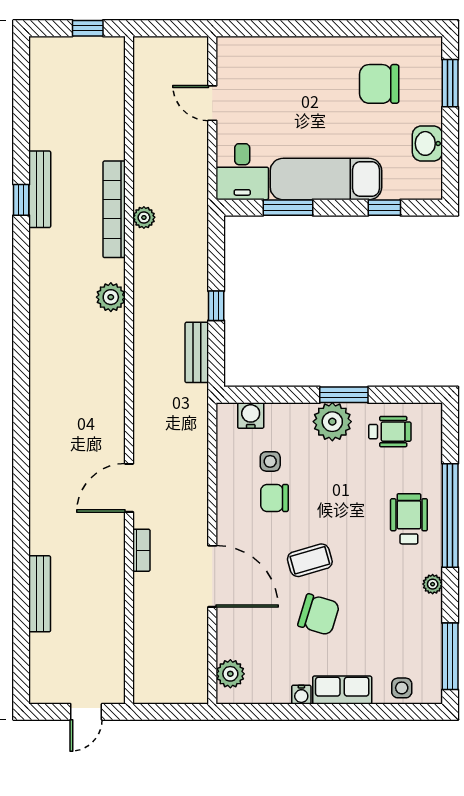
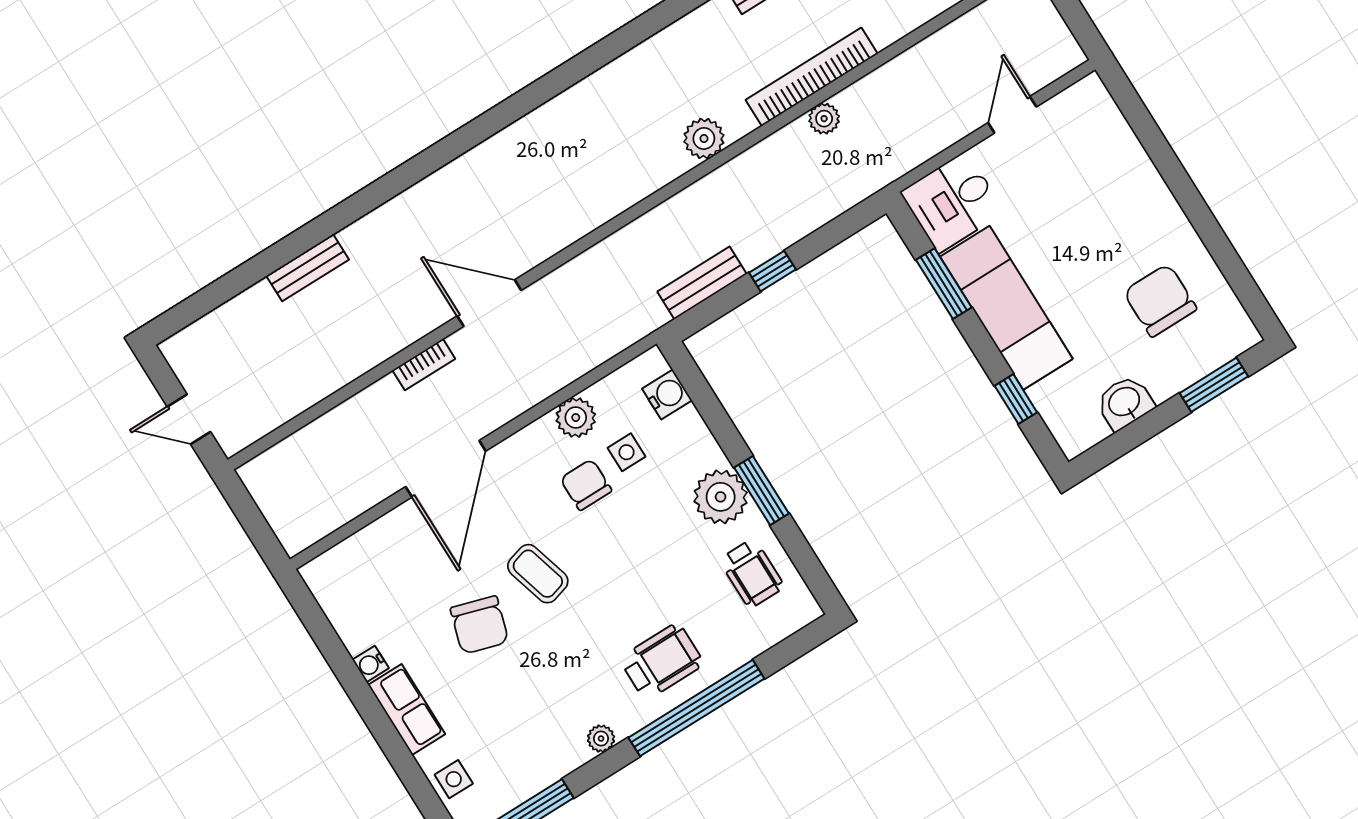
bench: (40, 594) -> (308, 268), width x0.73
plant: (230, 674) -> (576, 418), moved

